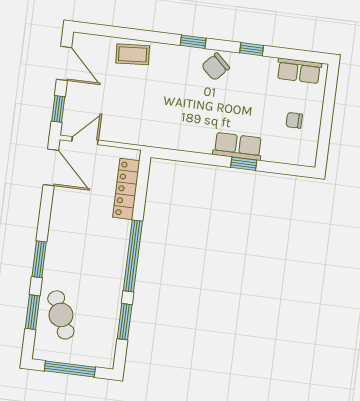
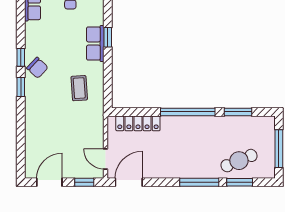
window: (252, 49) -> (21, 57), moved
coffee table: (133, 54) -> (79, 88), moved
window: (39, 259) -> (199, 182), width x1.44

